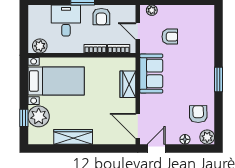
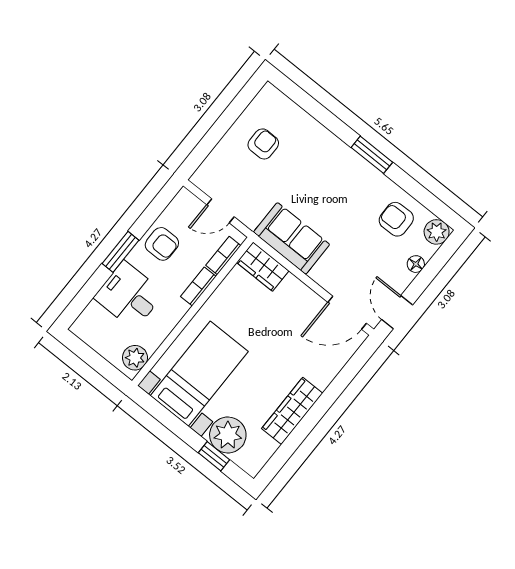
plant: (152, 10) -> (208, 170), removed
armchair: (170, 37) -> (263, 144), moved
wardrobe: (128, 84) -> (263, 267), moved

